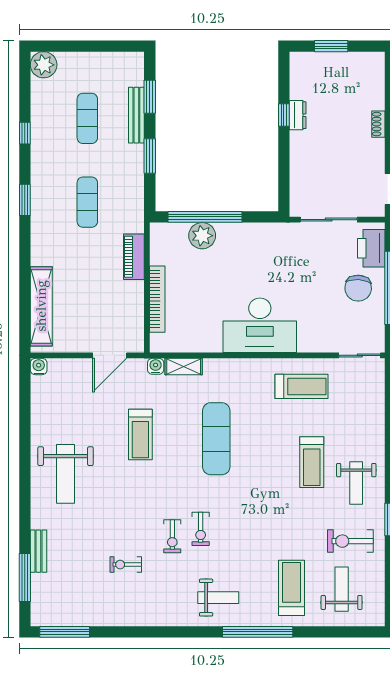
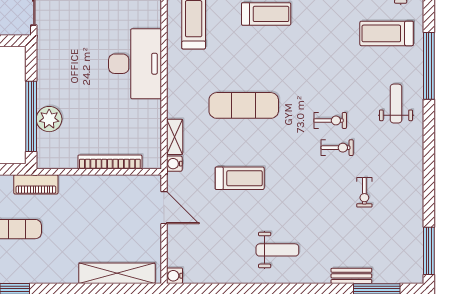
piano: (134, 257) -> (36, 184), moved
weight bench: (66, 474) -> (277, 250), width x0.73, depth x0.75

